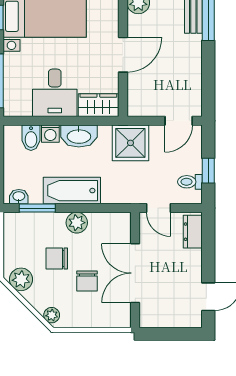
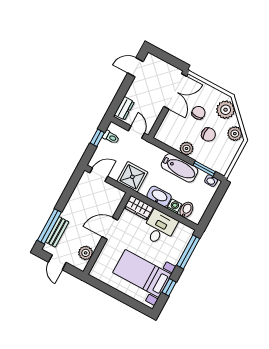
double door: (135, 273) -> (175, 91), moved
plant: (52, 315) -> (226, 110), width x1.88, depth x1.88

